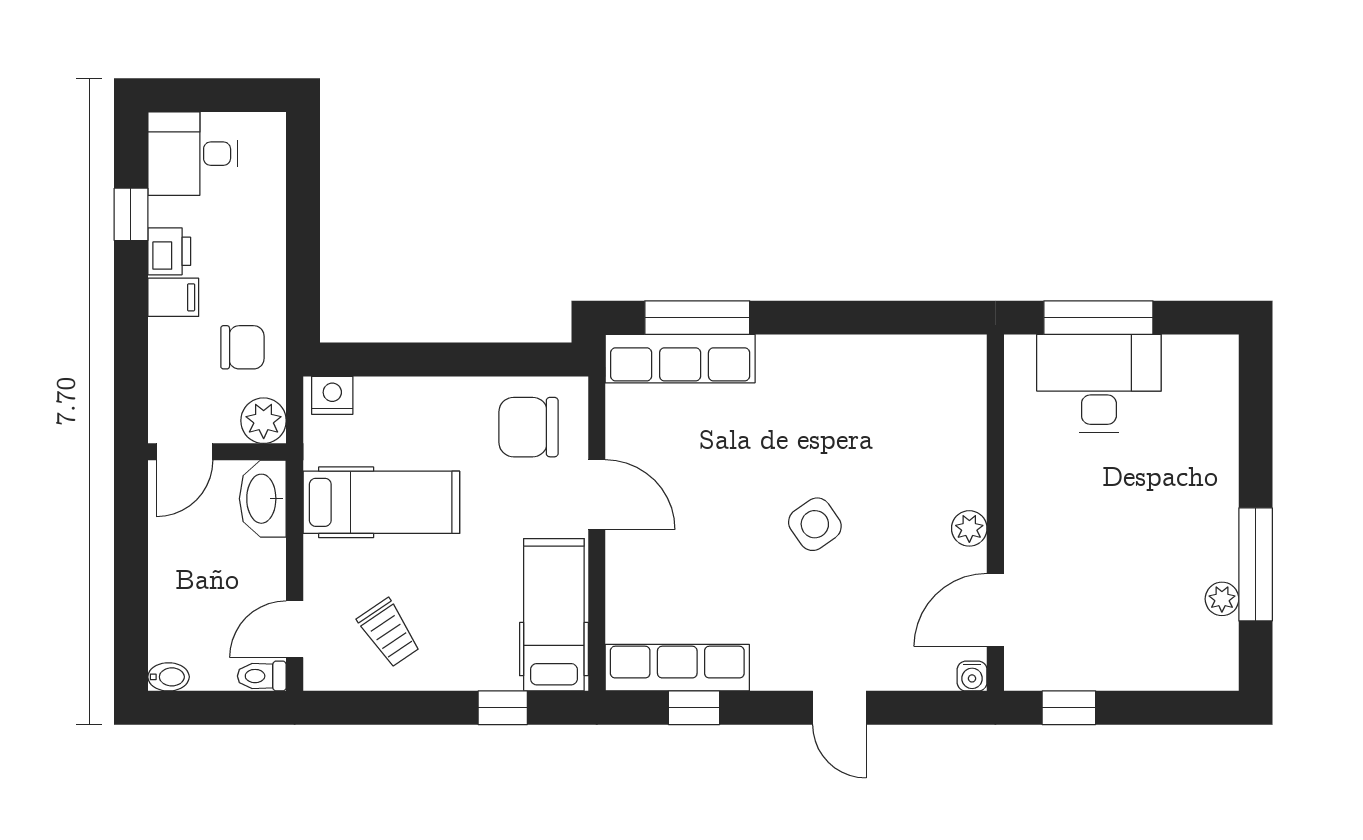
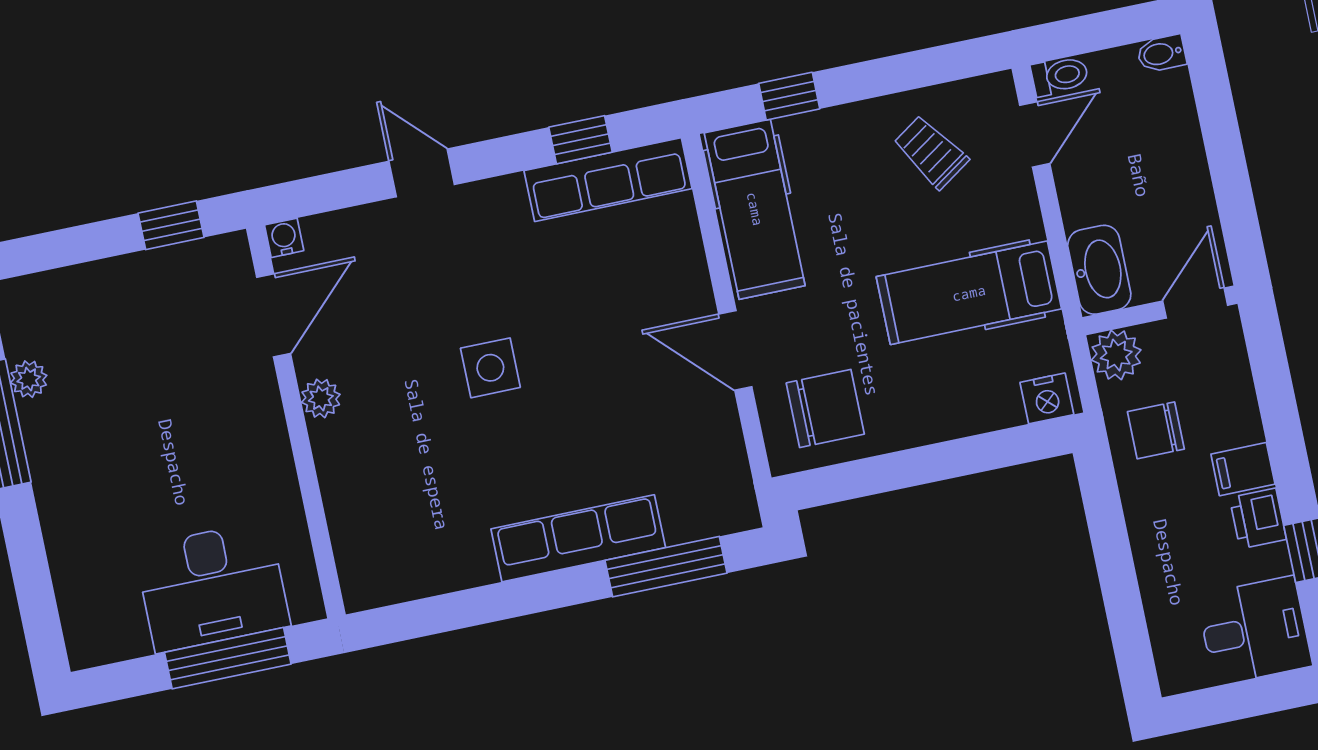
row of seats: (680, 359) -> (578, 538), moved
side table: (815, 524) -> (490, 368), turned 35

